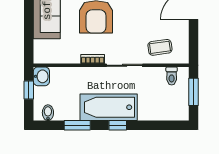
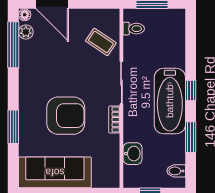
coffee table: (160, 47) -> (101, 42), turned -48
washbasin: (41, 76) -> (133, 154), moved, turned 90

